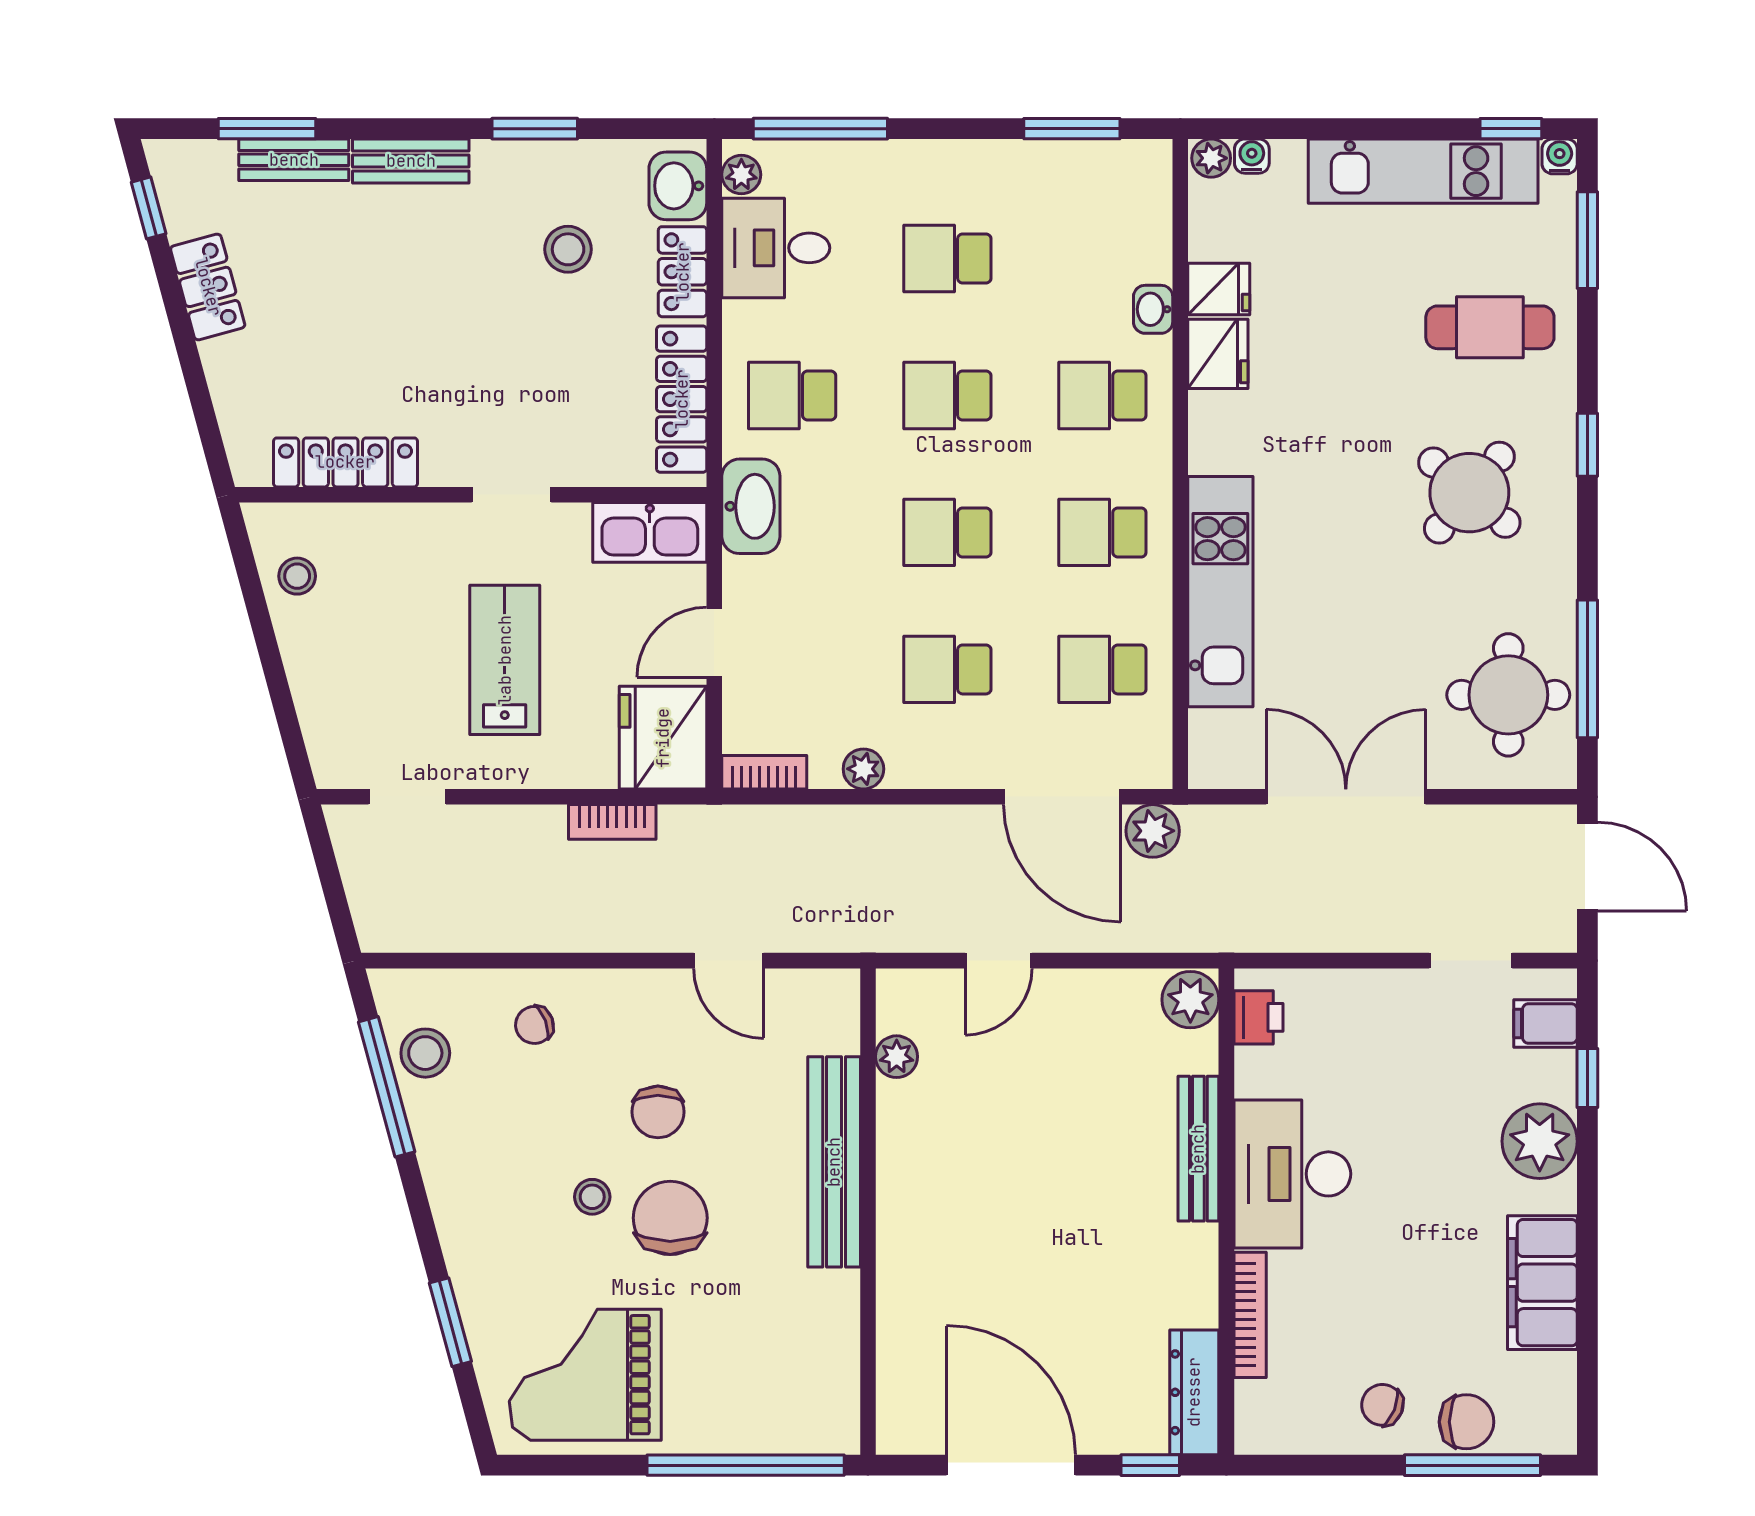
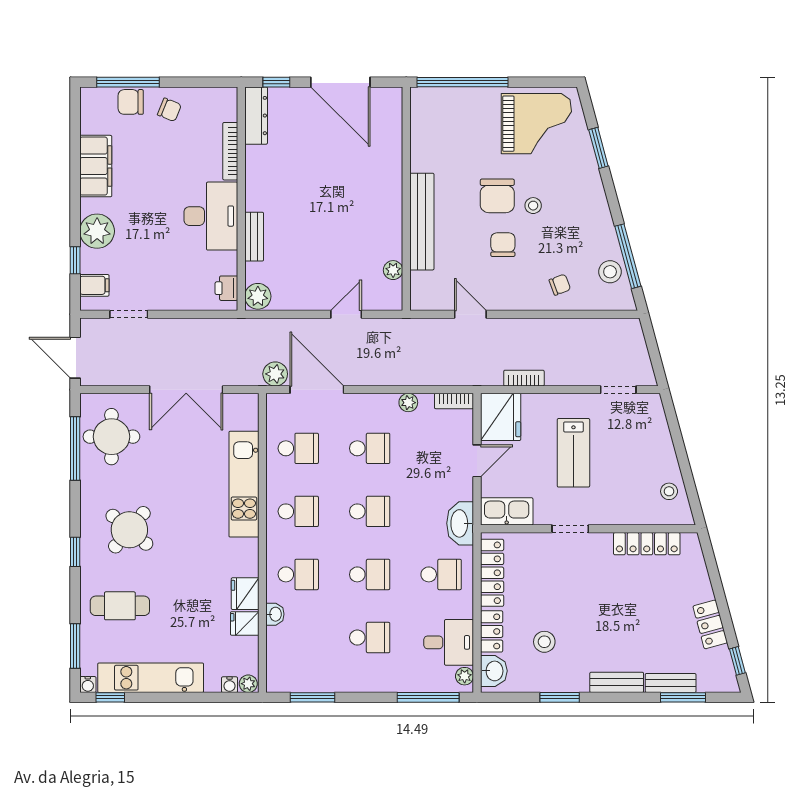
bench: (1198, 1149) -> (254, 237), width x0.73

